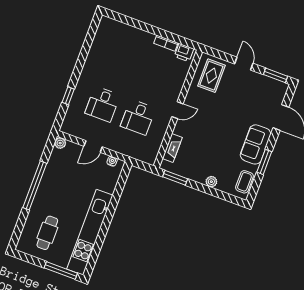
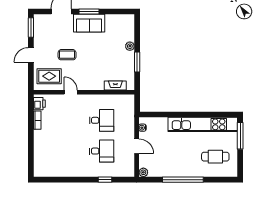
door: (177, 110) -> (71, 92), moved
window: (264, 162) -> (89, 11), moved
window: (175, 178) -> (137, 62), moved
coffee table: (244, 182) -> (67, 55), moved

